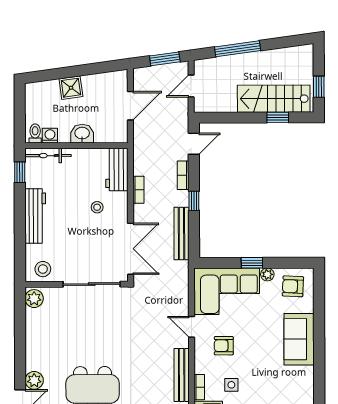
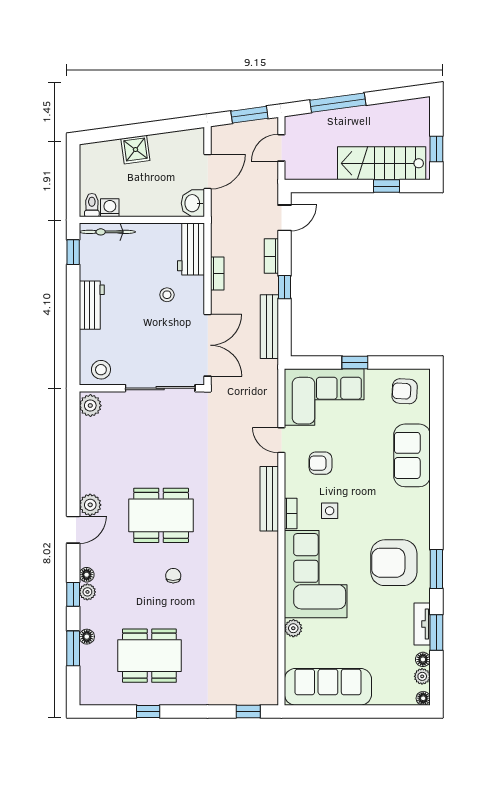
washbasin: (82, 134) -> (193, 203), moved, turned -90
workbench: (35, 216) -> (92, 305), width x0.73
plant: (267, 274) -> (374, 377), removed

